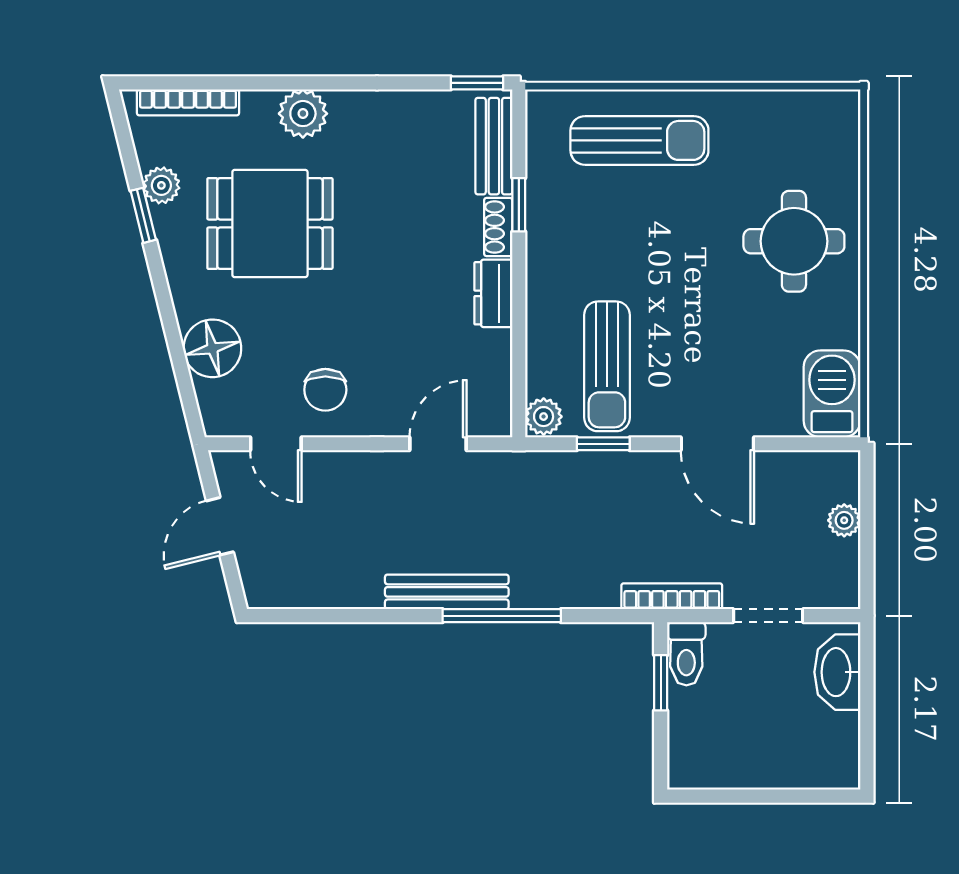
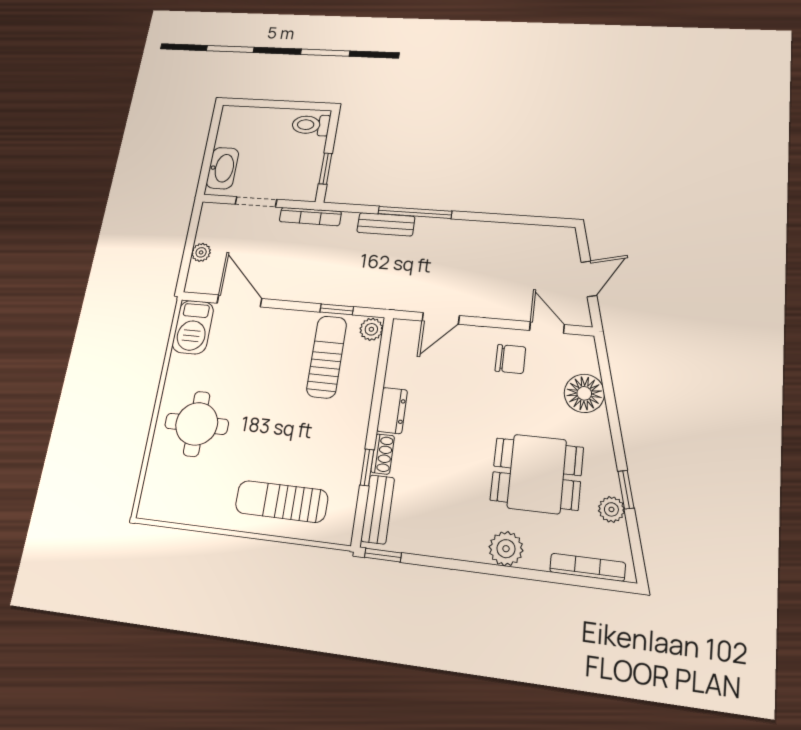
chair: (325, 390) -> (510, 359), turned 90
door: (717, 444) -> (239, 301), moved
bench: (447, 592) -> (386, 224), moved, width x0.73
toilet: (686, 654) -> (311, 125), moved, turned -90

